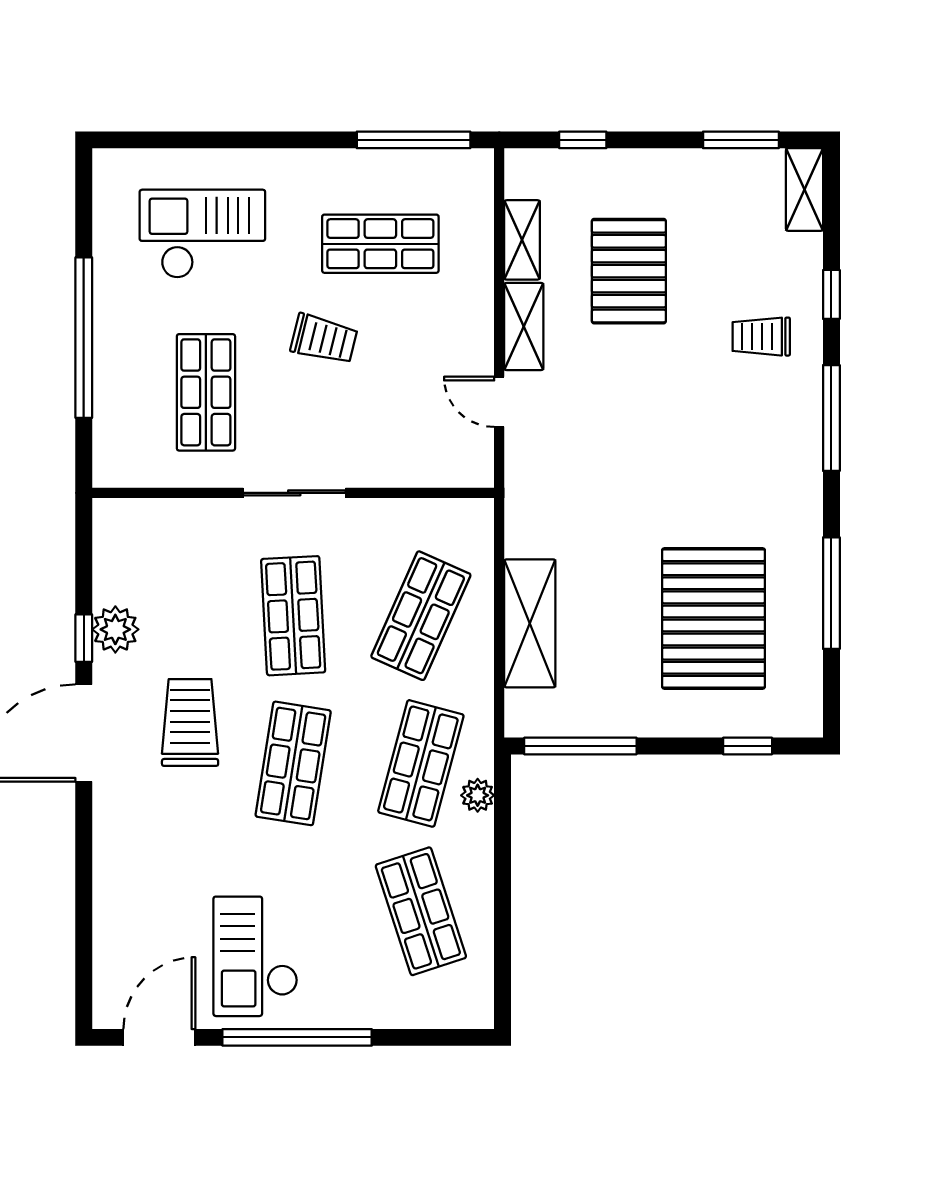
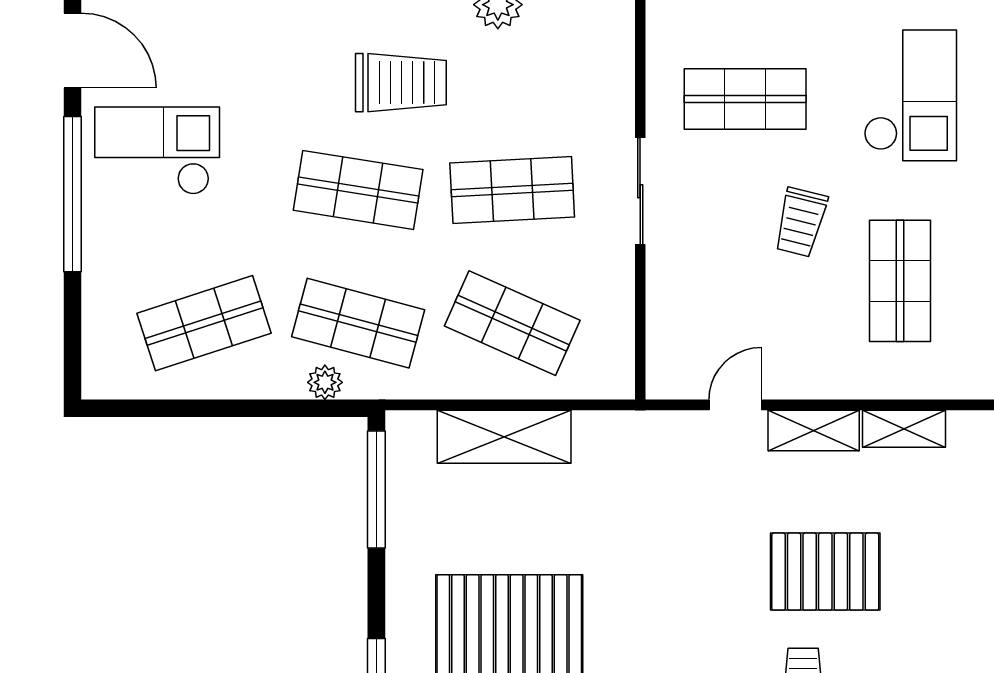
pallet: (629, 271) -> (825, 572), moved

